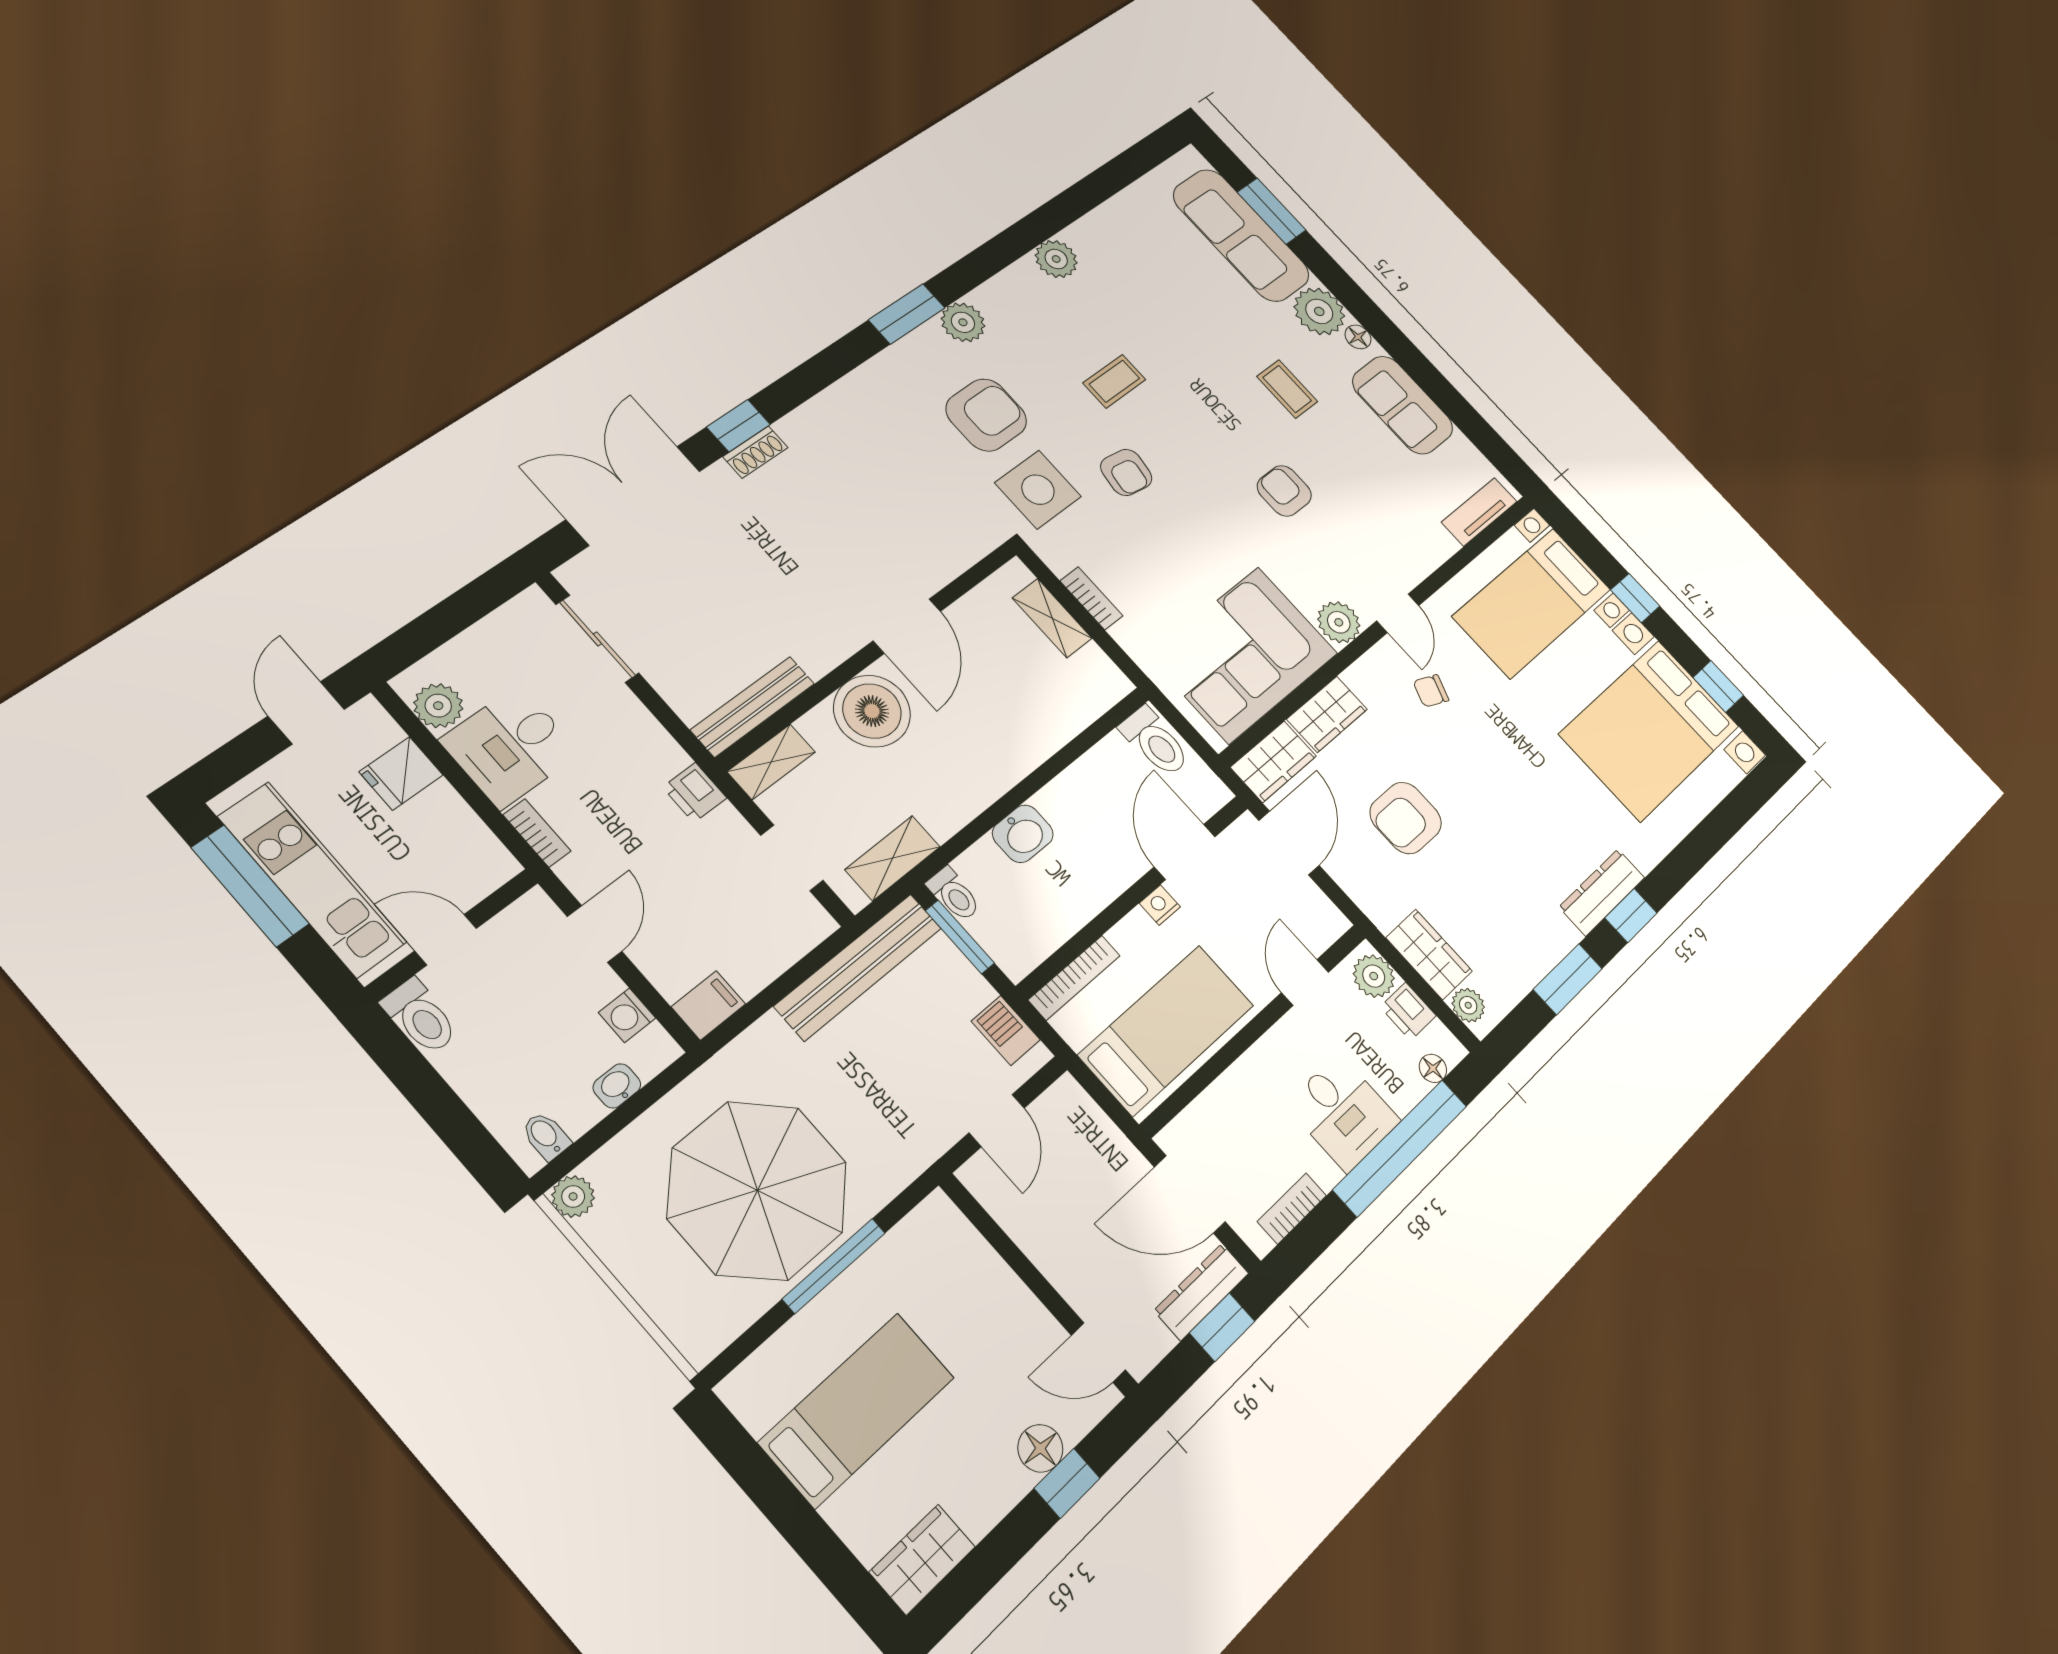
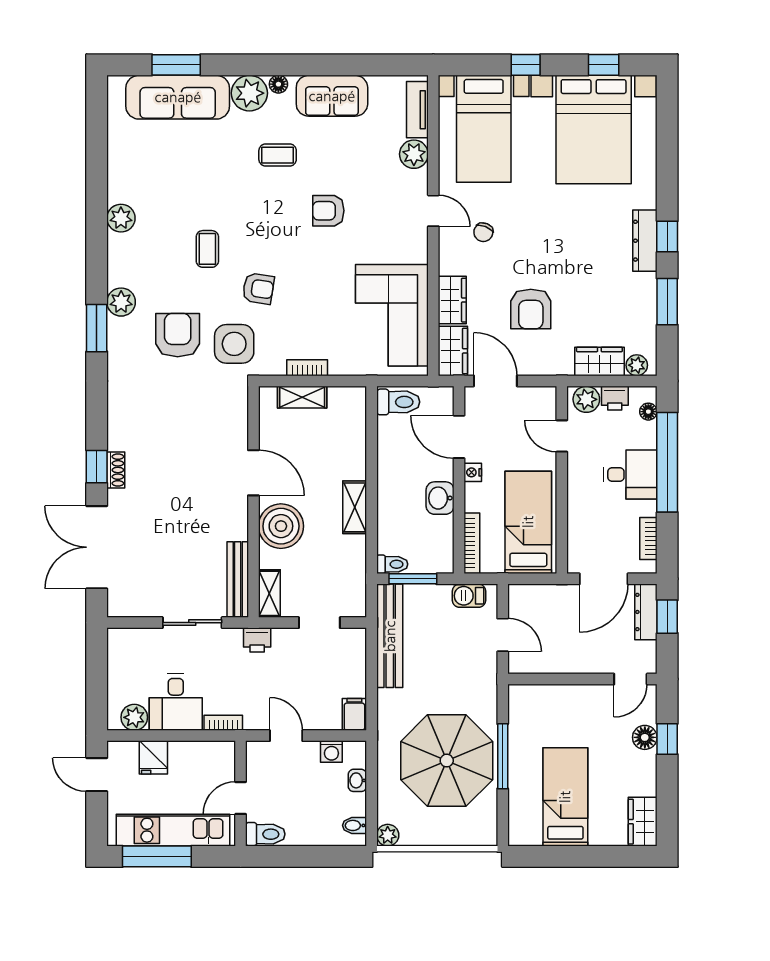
plant: (1339, 622) -> (414, 154), moved
sliding door: (597, 639) -> (192, 623), moved
washbasin: (1023, 834) -> (440, 498), moved, turned 180
shelving: (893, 858) -> (355, 507), moved

